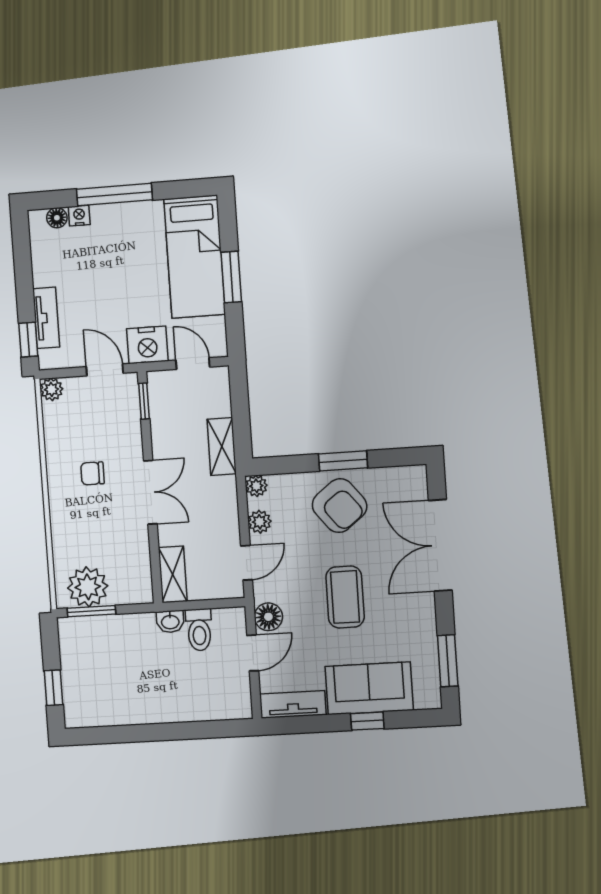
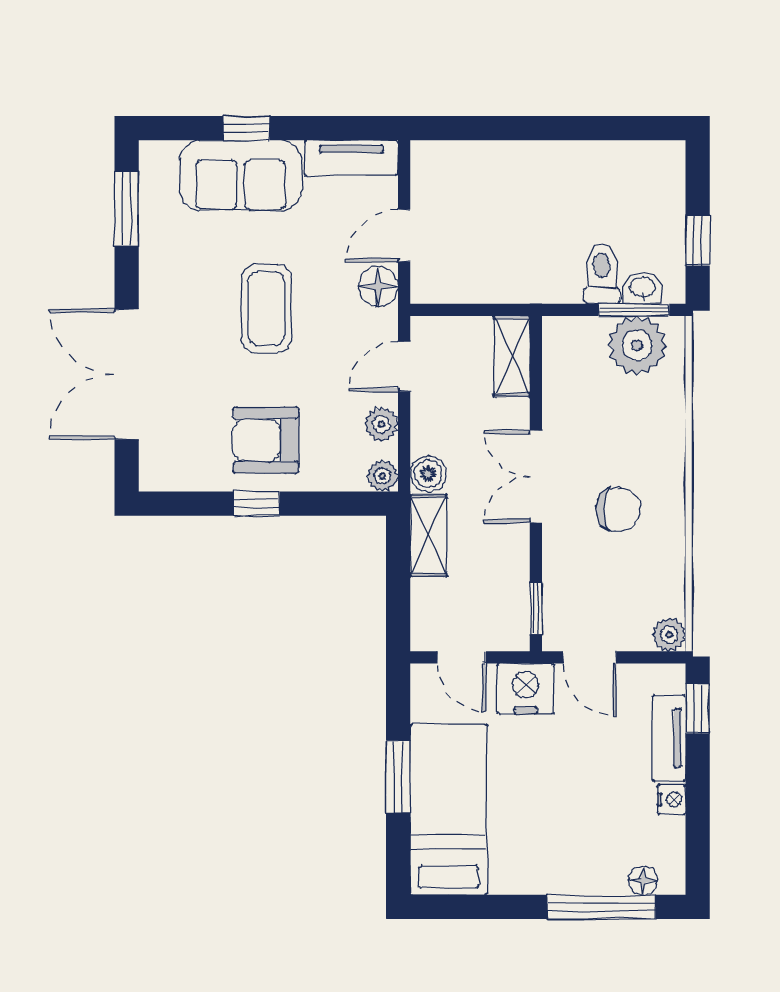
window: (114, 195) -> (601, 907), moved
nightstand: (79, 216) -> (672, 800), moved, turned -90
window: (343, 461) -> (256, 504), width x0.67
chair: (92, 473) -> (618, 509), width x1.37, depth x1.37
boiler: (225, 489) -> (428, 474), added
armchair: (340, 506) -> (266, 440), turned -52
double door: (440, 545) -> (127, 374), swing flipped
washbasin: (170, 621) -> (643, 288), moved
toilet: (199, 630) -> (602, 274), moved
window: (53, 688) -> (698, 240), moved

